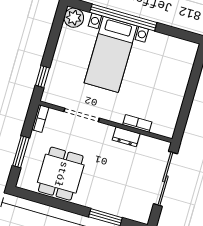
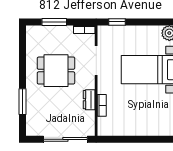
dining table: (61, 174) -> (56, 71), moved

